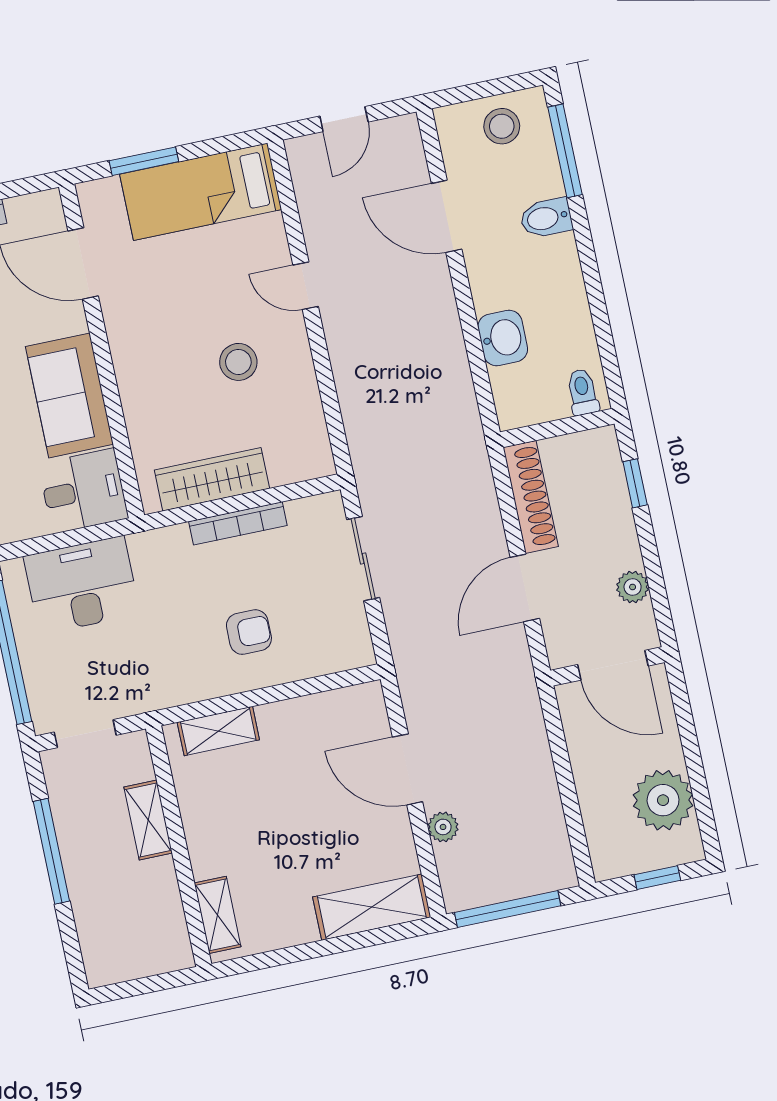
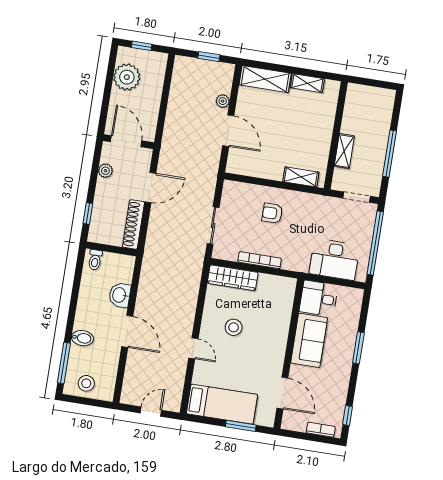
door: (447, 216) -> (127, 331), moved
wardrobe: (212, 479) -> (233, 278), moved
window: (508, 909) -> (209, 57), width x0.46
shelving: (218, 915) -> (307, 83), moved, turned 90

